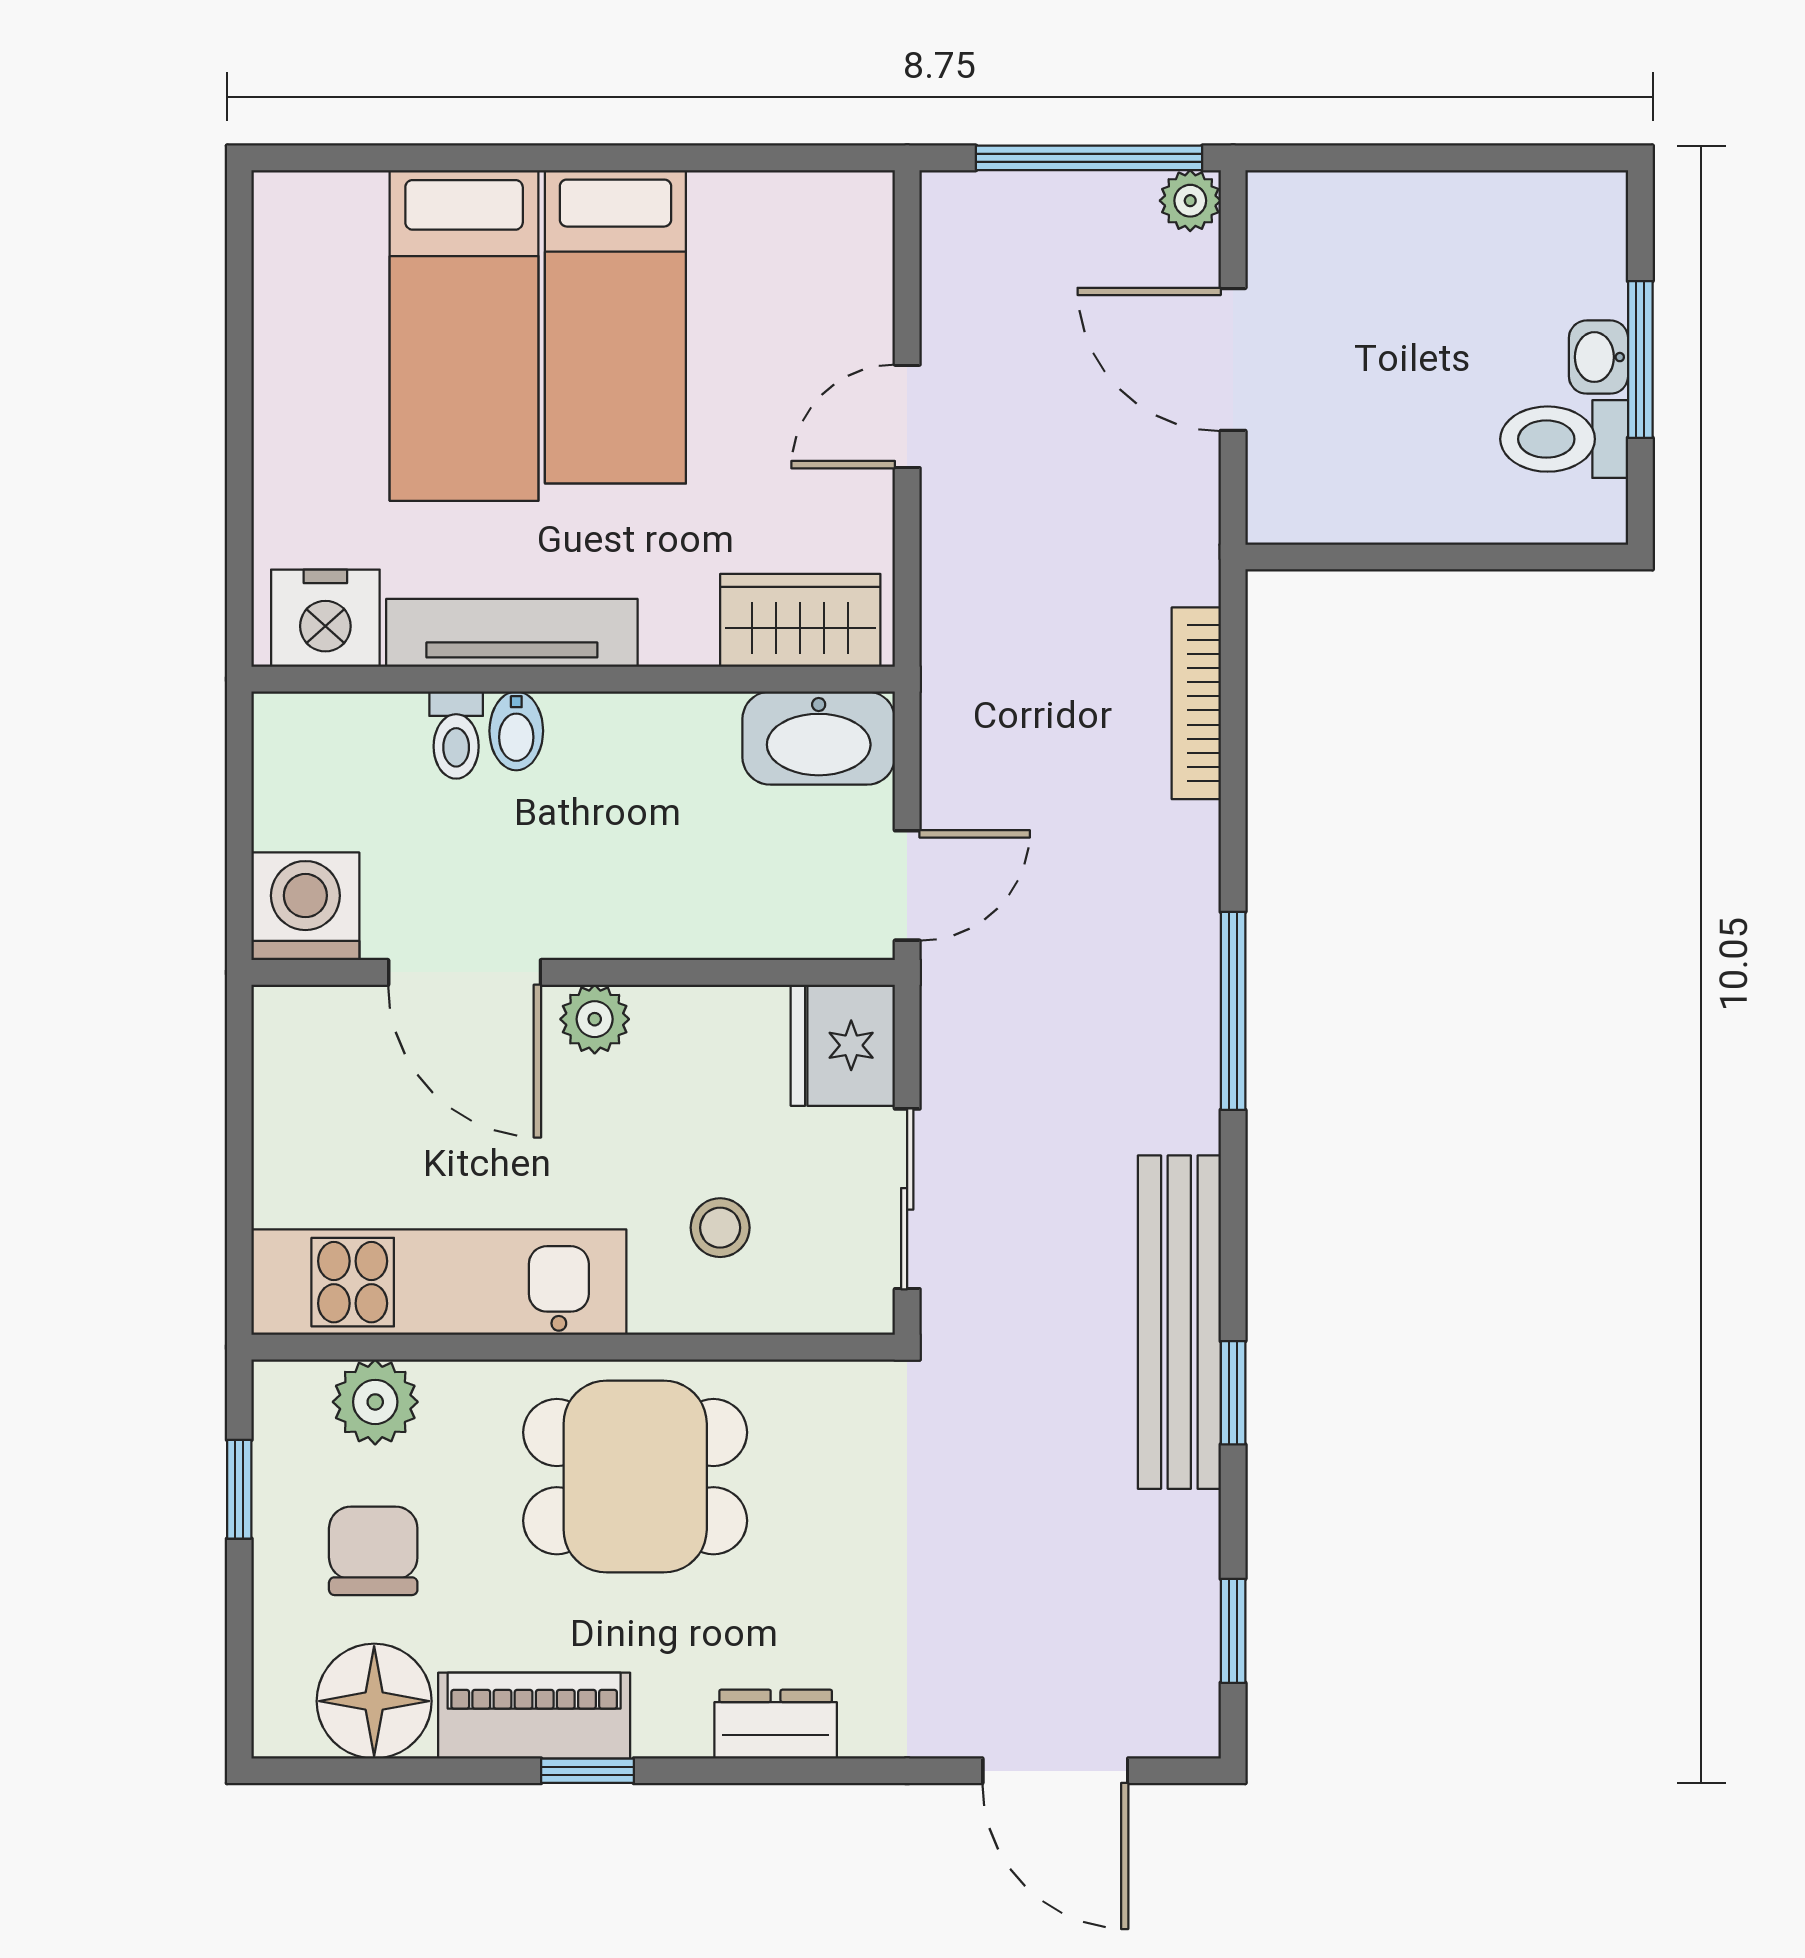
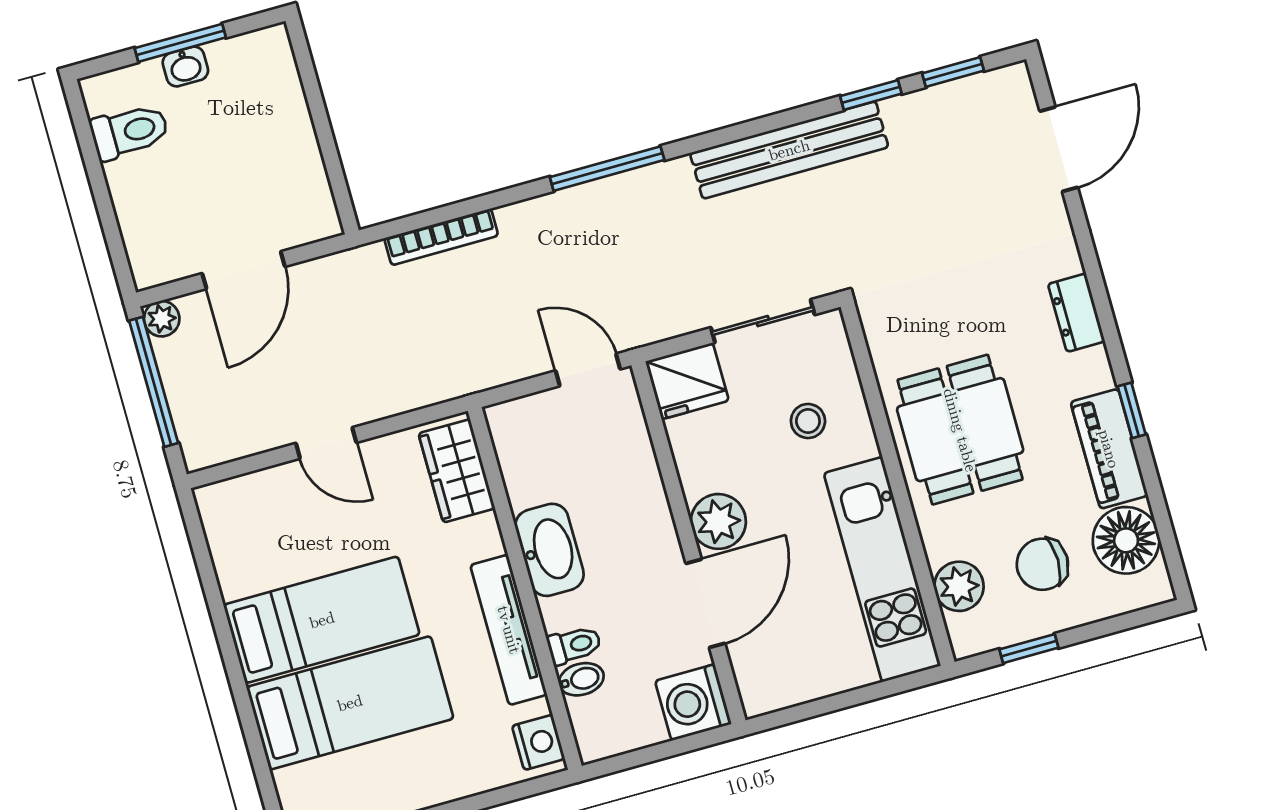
toilet: (1564, 439) -> (130, 132), moved, turned -90
nightstand: (325, 618) -> (538, 742), width x0.74, depth x0.75
bidet: (516, 731) -> (581, 679), moved
washbasin: (819, 738) -> (549, 550), moved
plant: (595, 1019) -> (718, 521), width x1.38, depth x1.38
window: (1233, 1393) -> (871, 95), moved

